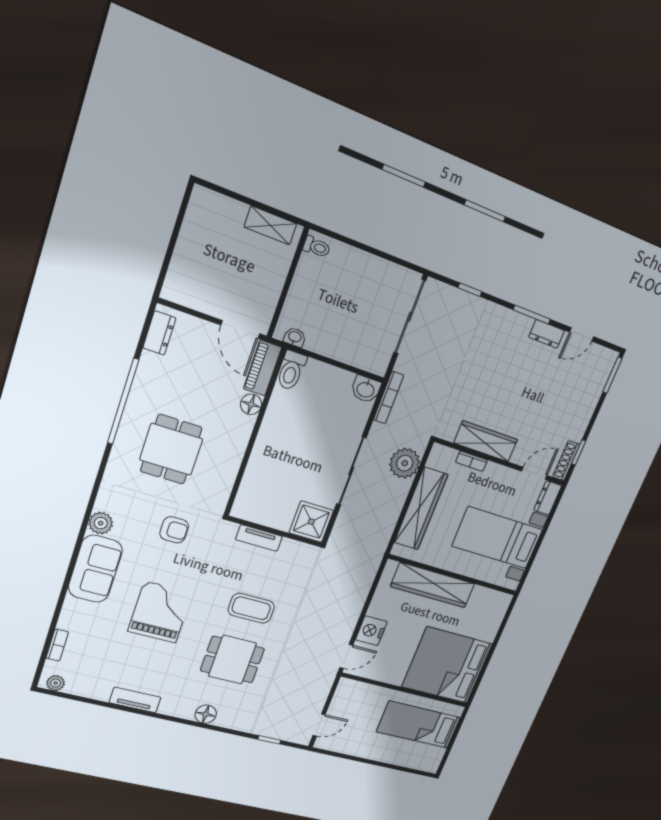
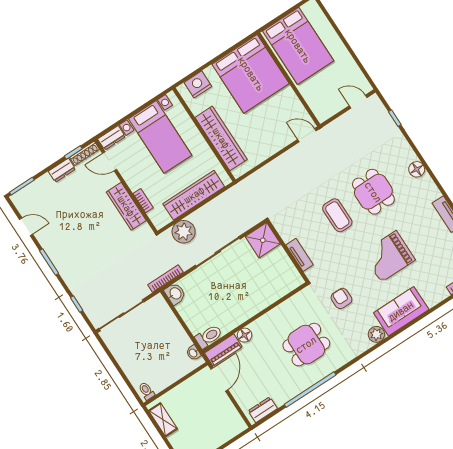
dresser: (547, 334) -> (62, 170), moved, turned 90
nightstand: (371, 631) -> (198, 84), moved, turned 180
bed: (419, 725) -> (298, 46), width x1.50

